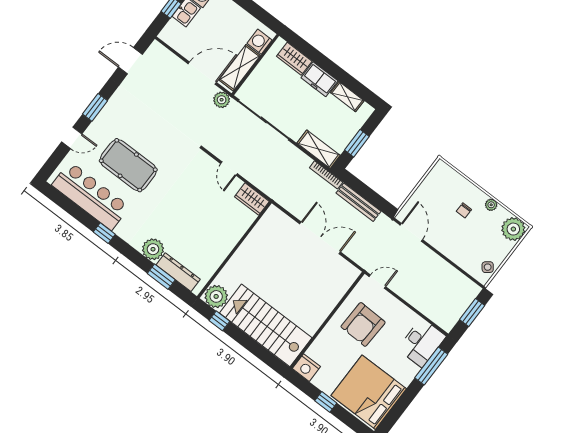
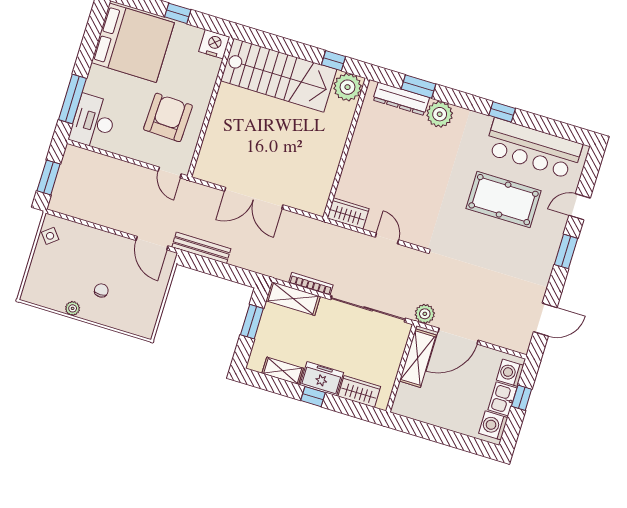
washing machine: (259, 42) -> (510, 373), moved, turned 180
window: (331, 68) -> (313, 397), added
bookcase: (326, 175) -> (311, 284), moved
bench: (358, 202) -> (201, 248), moved
plant: (513, 229) -> (37, 290), removed
door: (377, 282) -> (170, 172), hinge flipped

